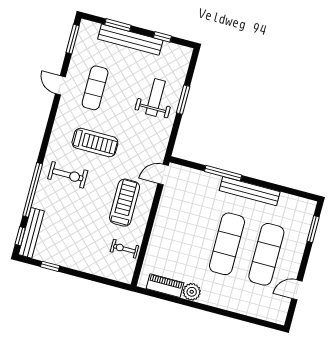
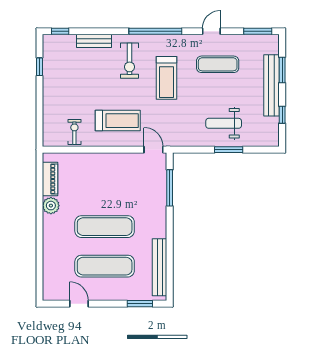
weight bench: (155, 98) -> (224, 123), turned 180
window: (223, 173) -> (170, 188), moved
window: (33, 190) -> (155, 31), moved
bench: (250, 191) -> (160, 267), moved
bench: (31, 233) -> (94, 41), moved, width x0.73

